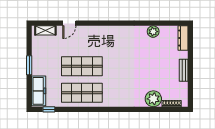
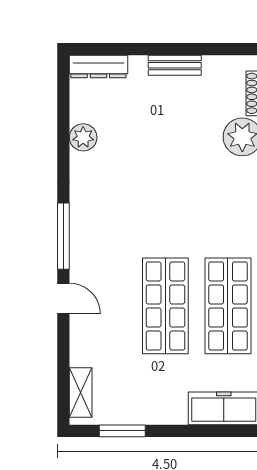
door: (69, 23) -> (63, 298), moved
window: (111, 23) -> (63, 236), added
window: (29, 65) -> (122, 431), moved

